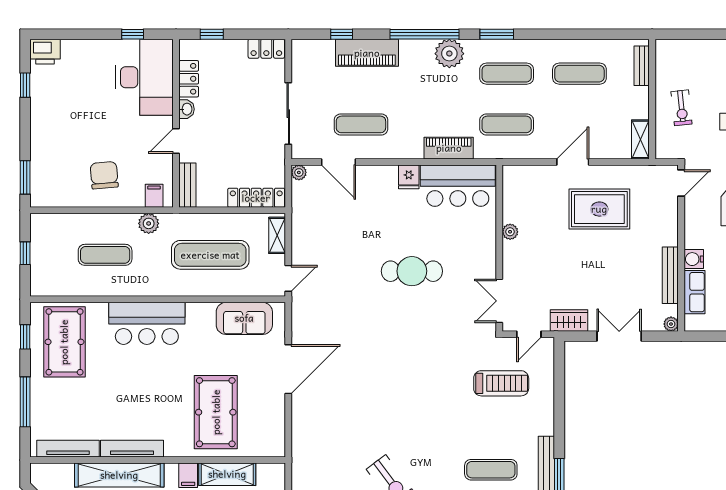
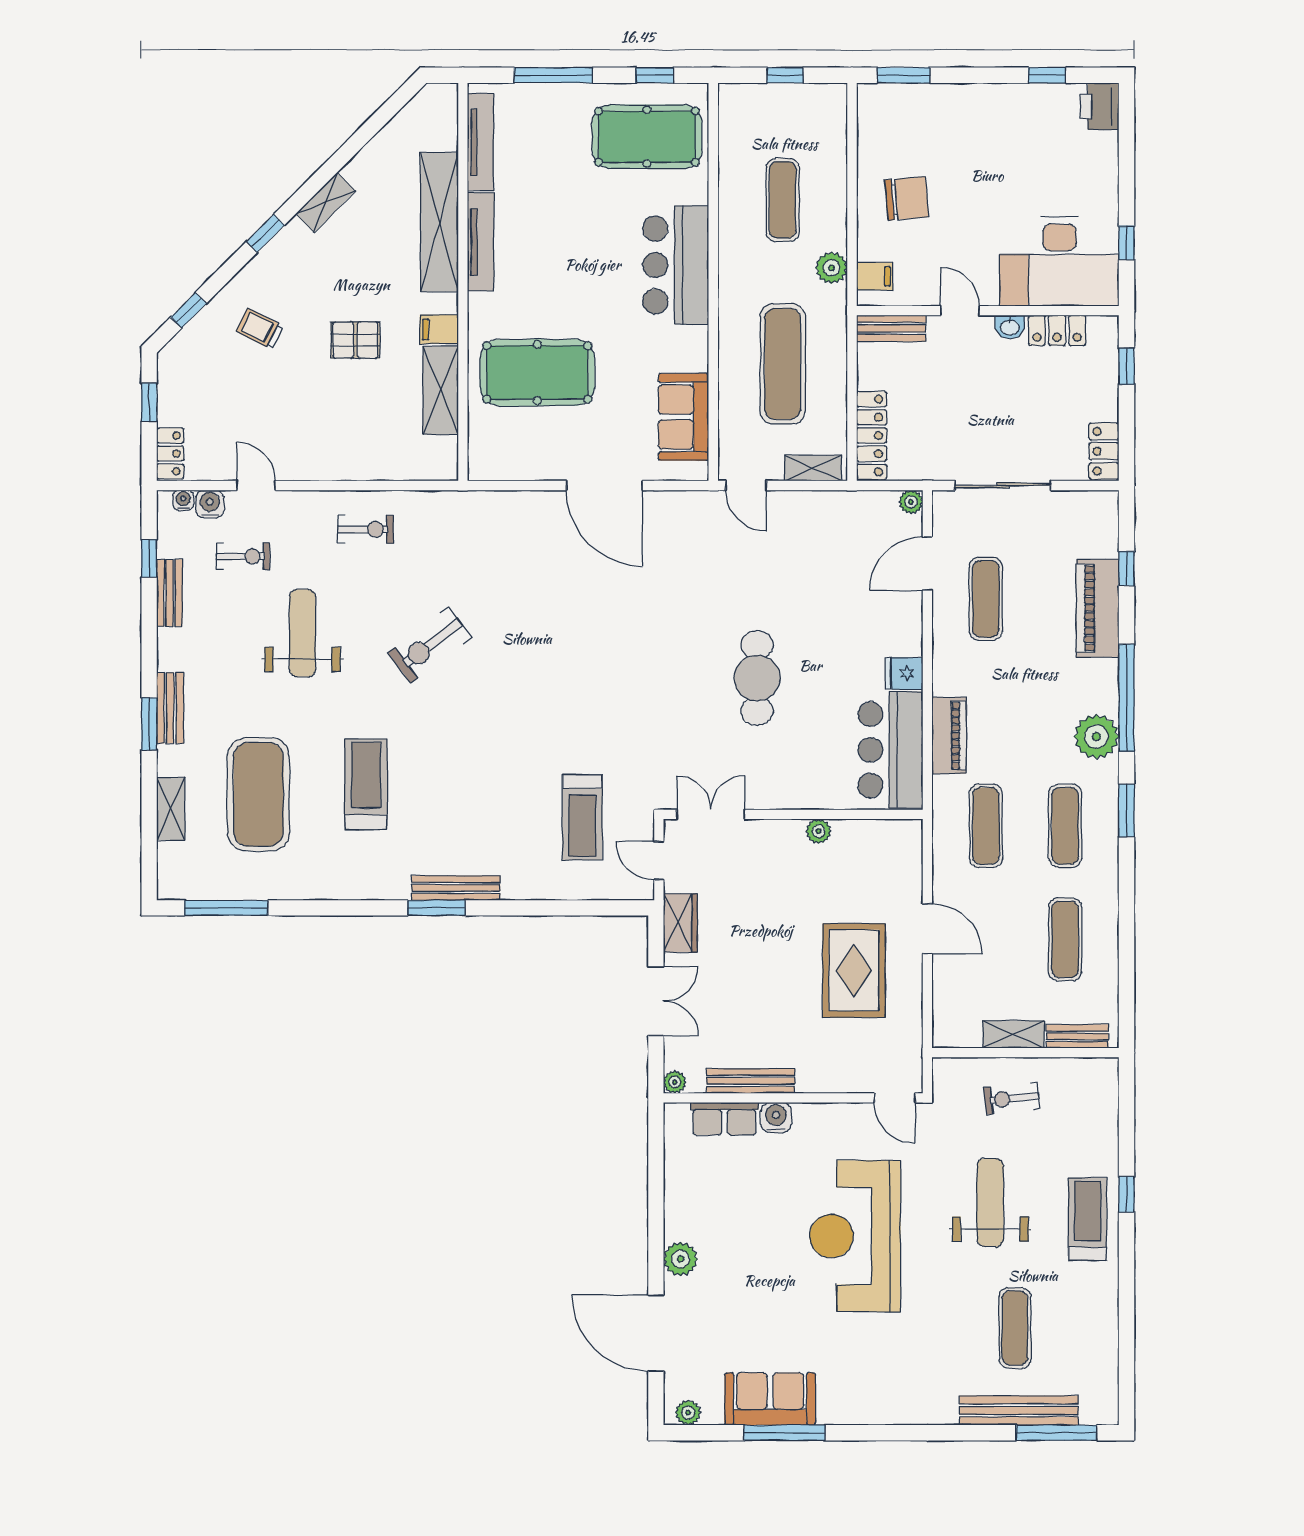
shelving: (640, 139) -> (1013, 1034), moved
exercise mat: (491, 470) -> (448, 801), removed

